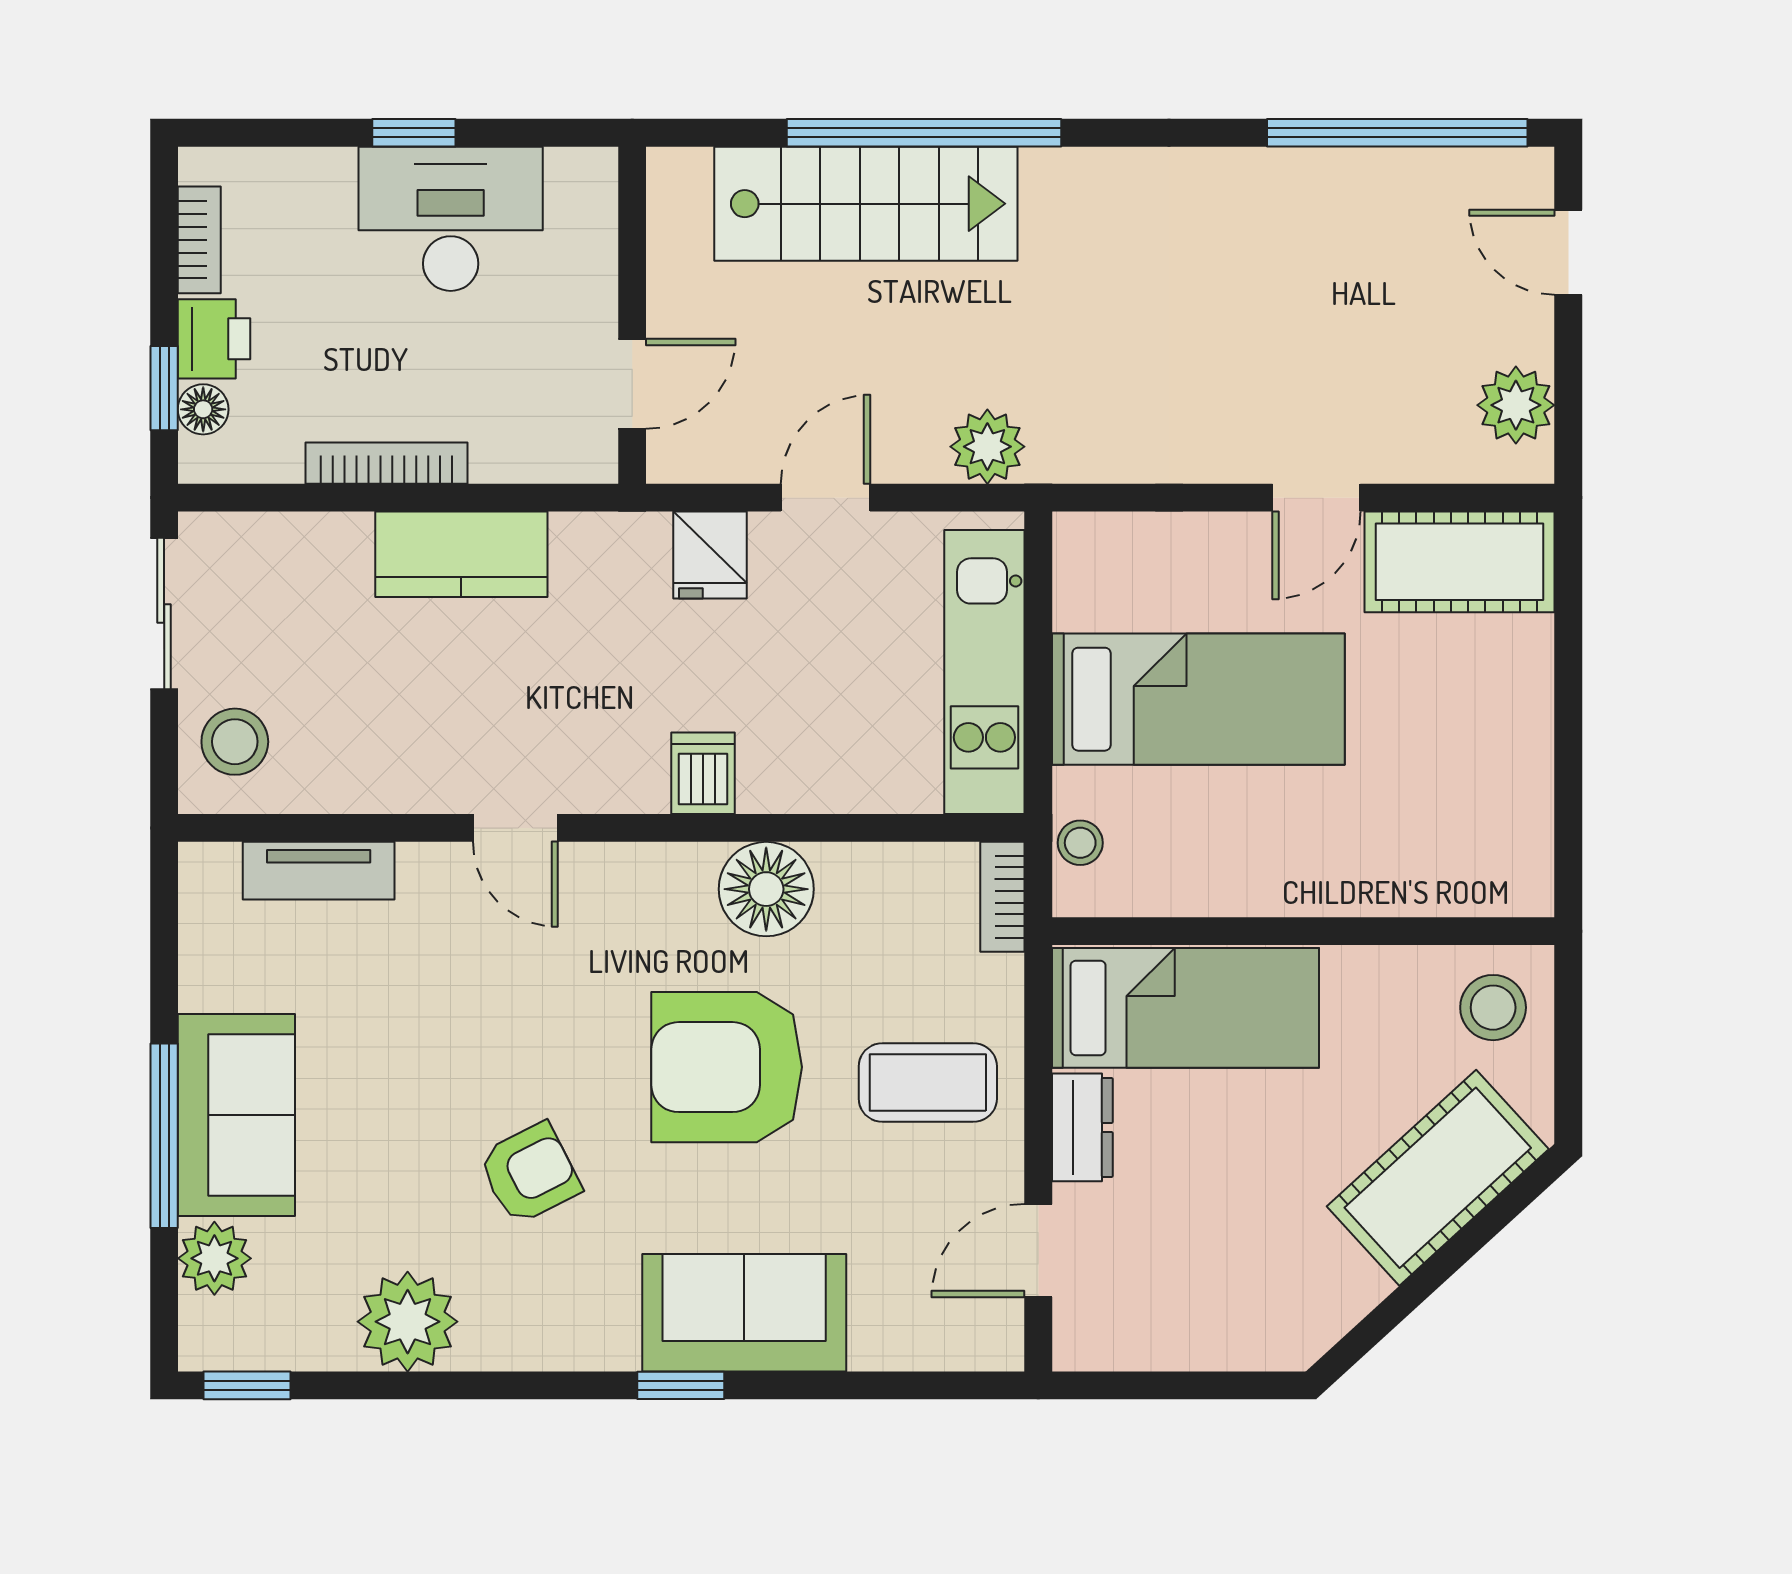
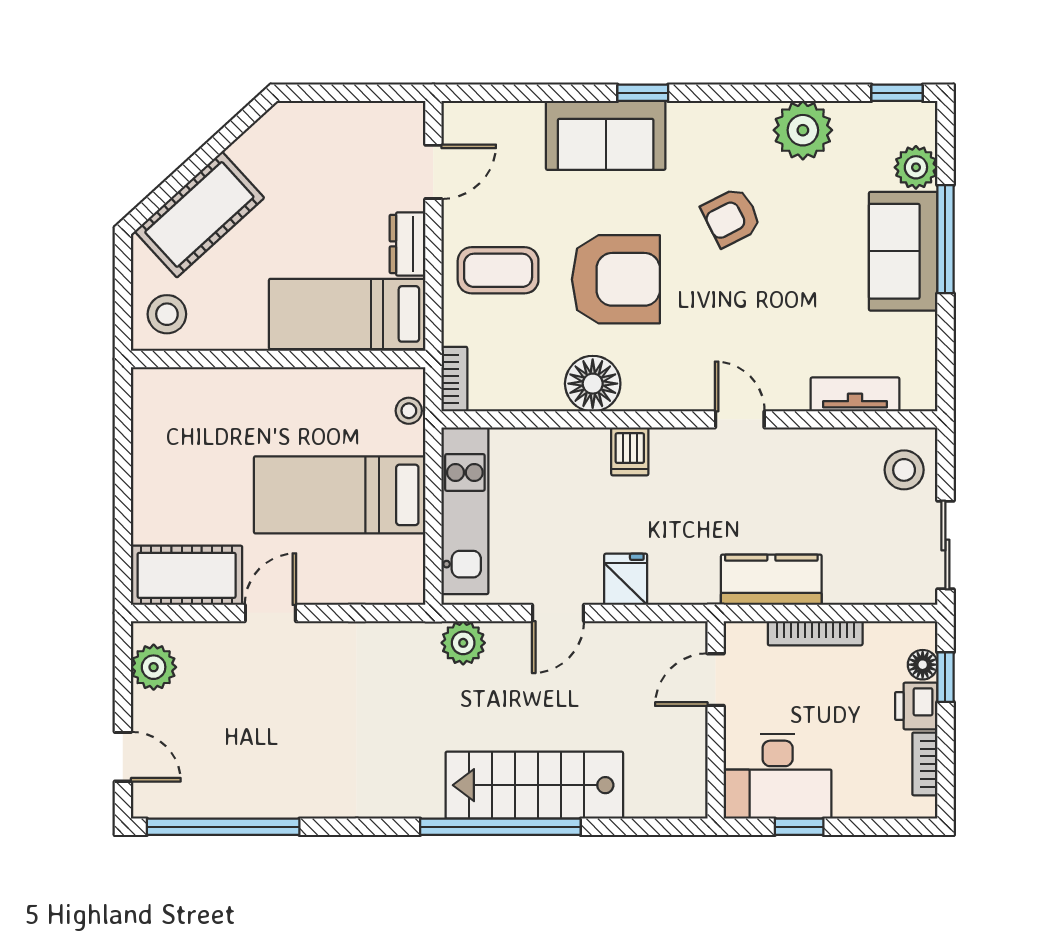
wall: (632, 315) -> (716, 720), moved
door: (632, 384) -> (716, 680), moved

